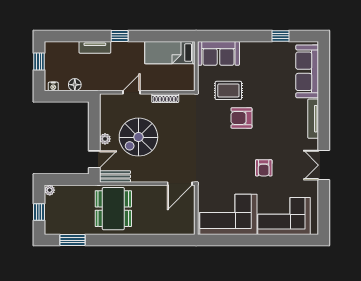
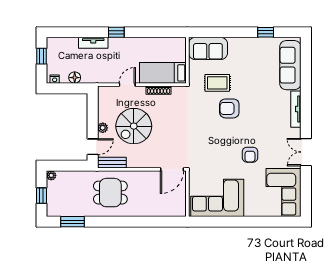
bed: (170, 53) -> (163, 73), moved
dining table: (113, 209) -> (110, 193), width x0.73
corner sofa: (284, 216) -> (284, 193), moved, turned -90

